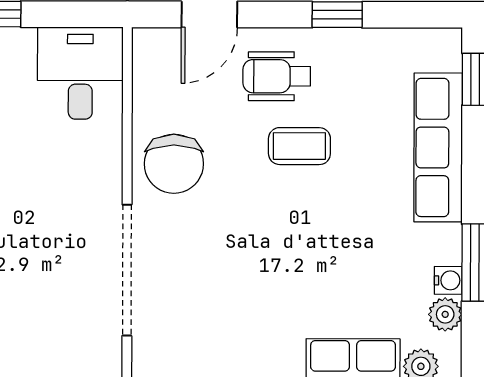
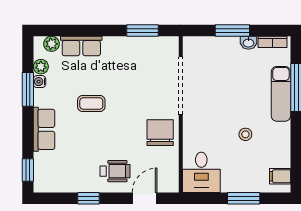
coffee table: (299, 146) -> (91, 103), moved
row of seats: (438, 147) -> (44, 129), width x0.68

